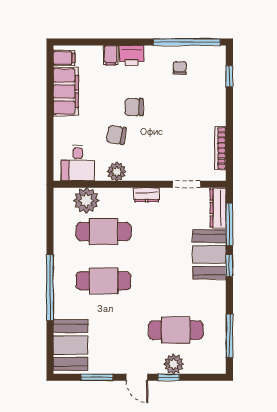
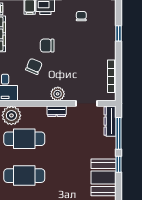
window: (229, 76) -> (118, 33), moved
chair: (116, 135) -> (34, 66), turned 104
plant: (117, 172) -> (58, 94), moved
booth: (209, 254) -> (103, 177), moved

